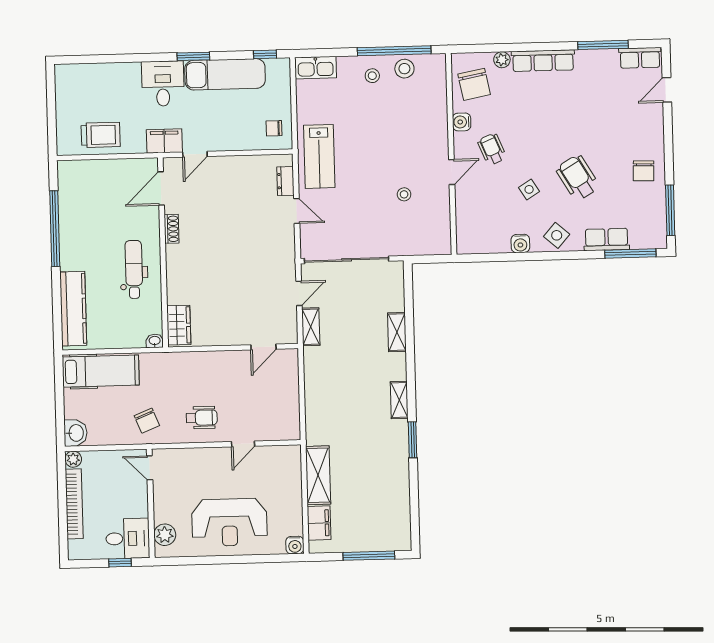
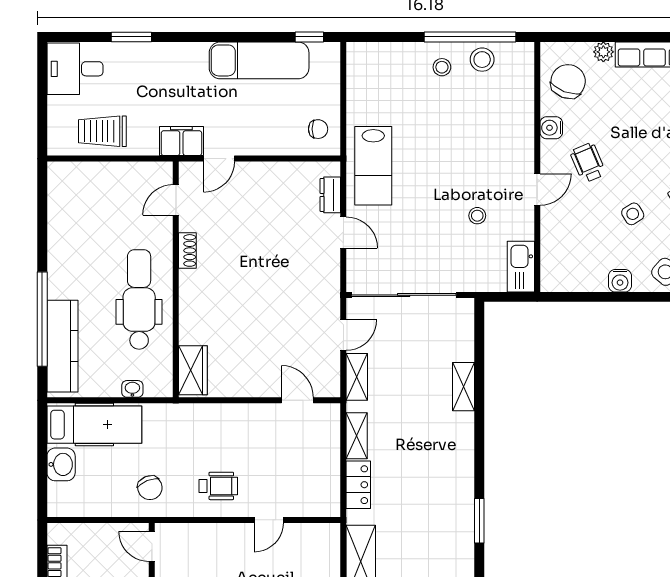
window: (193, 56) -> (131, 37), moved
kitchen sink: (316, 68) -> (521, 267), moved, turned 90
desk: (163, 84) -> (75, 69), moved, turned -90
chair: (474, 84) -> (568, 81), turned -148
chair: (274, 128) -> (318, 129), turned 180
trolley: (101, 135) -> (102, 131), turned 180
door: (161, 188) -> (176, 200), width x0.73
window: (55, 229) -> (42, 319), moved
dental chair: (134, 269) -> (139, 299), width x1.36, depth x1.38
washbasin: (155, 341) -> (132, 389), moved
door: (263, 347) -> (297, 400), swing flipped
shelving: (399, 400) -> (357, 436), moved
locker: (314, 413) -> (358, 485), added
washbasin: (76, 433) -> (61, 464), moved
plant: (73, 459) -> (57, 533), removed

